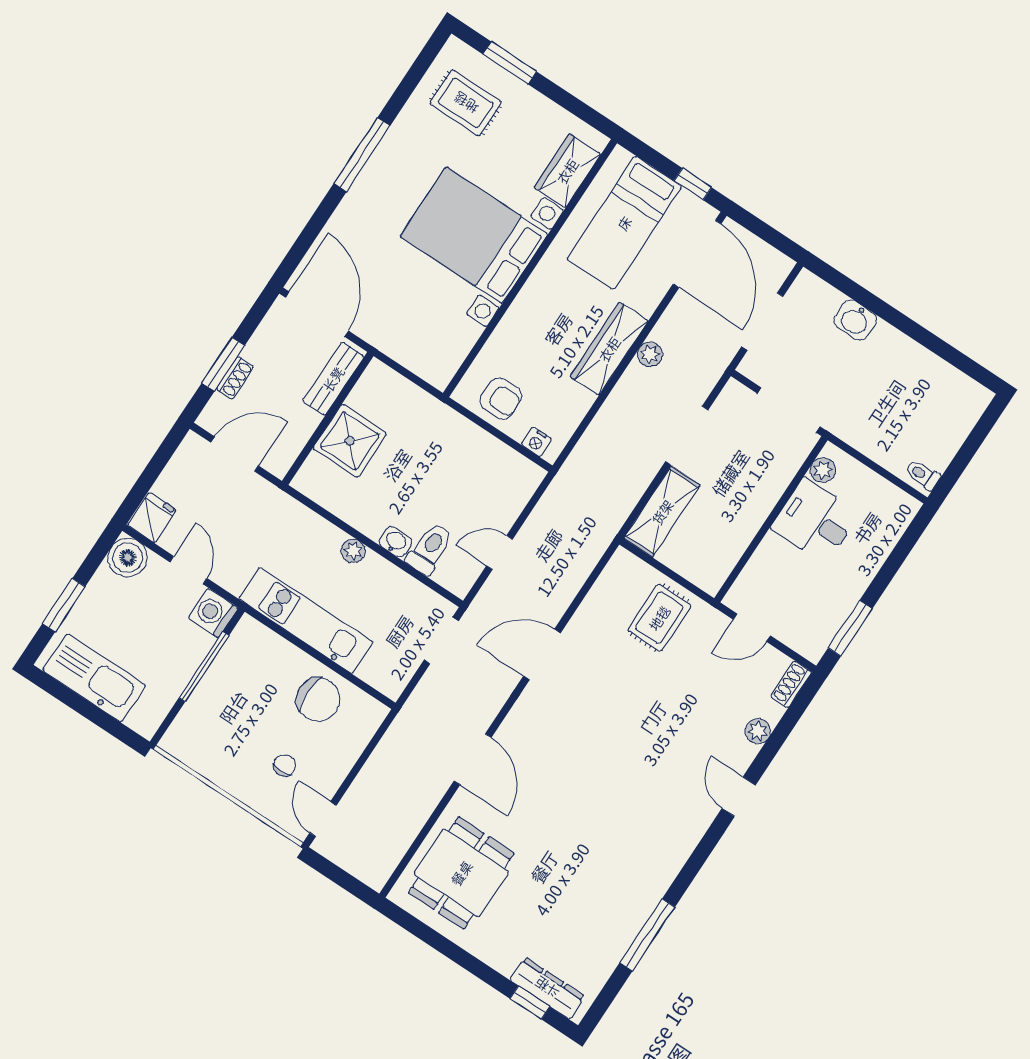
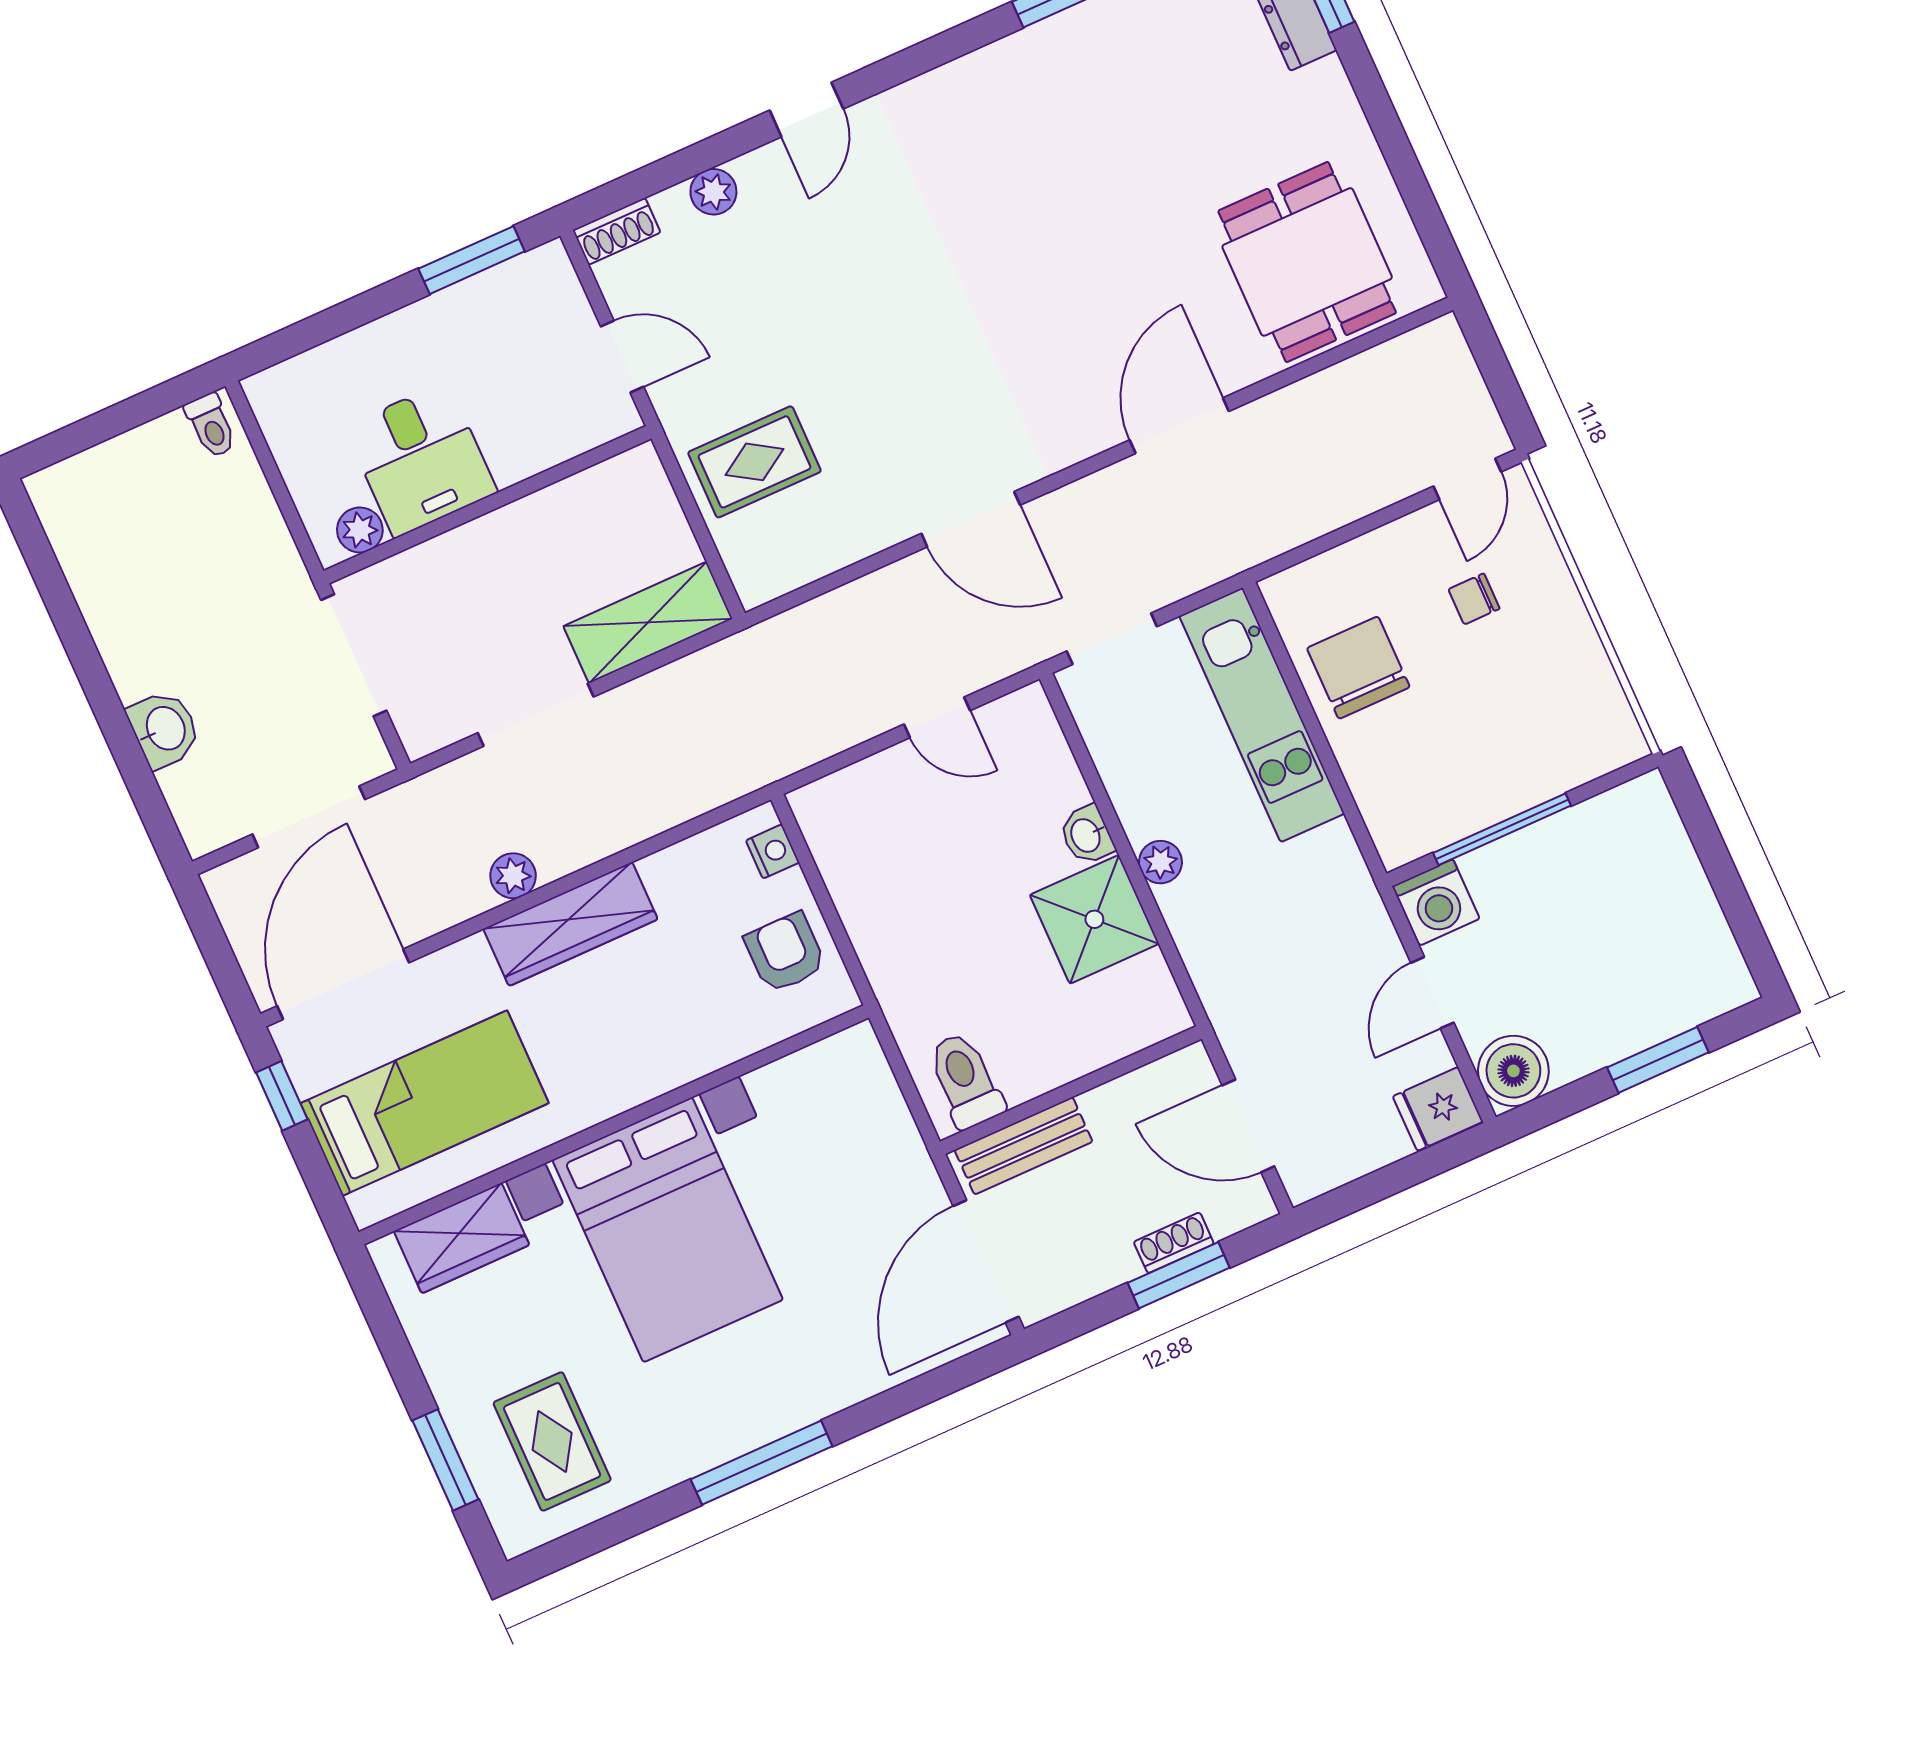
shower: (350, 441) -> (1094, 919), moved
toilet: (430, 549) -> (965, 1080), moved, turned 90
kitchen unit: (306, 620) -> (1262, 715), moved
kitchen sink: (94, 678) -> (1682, 919), removed
dining table: (461, 873) -> (1307, 262), turned 90

